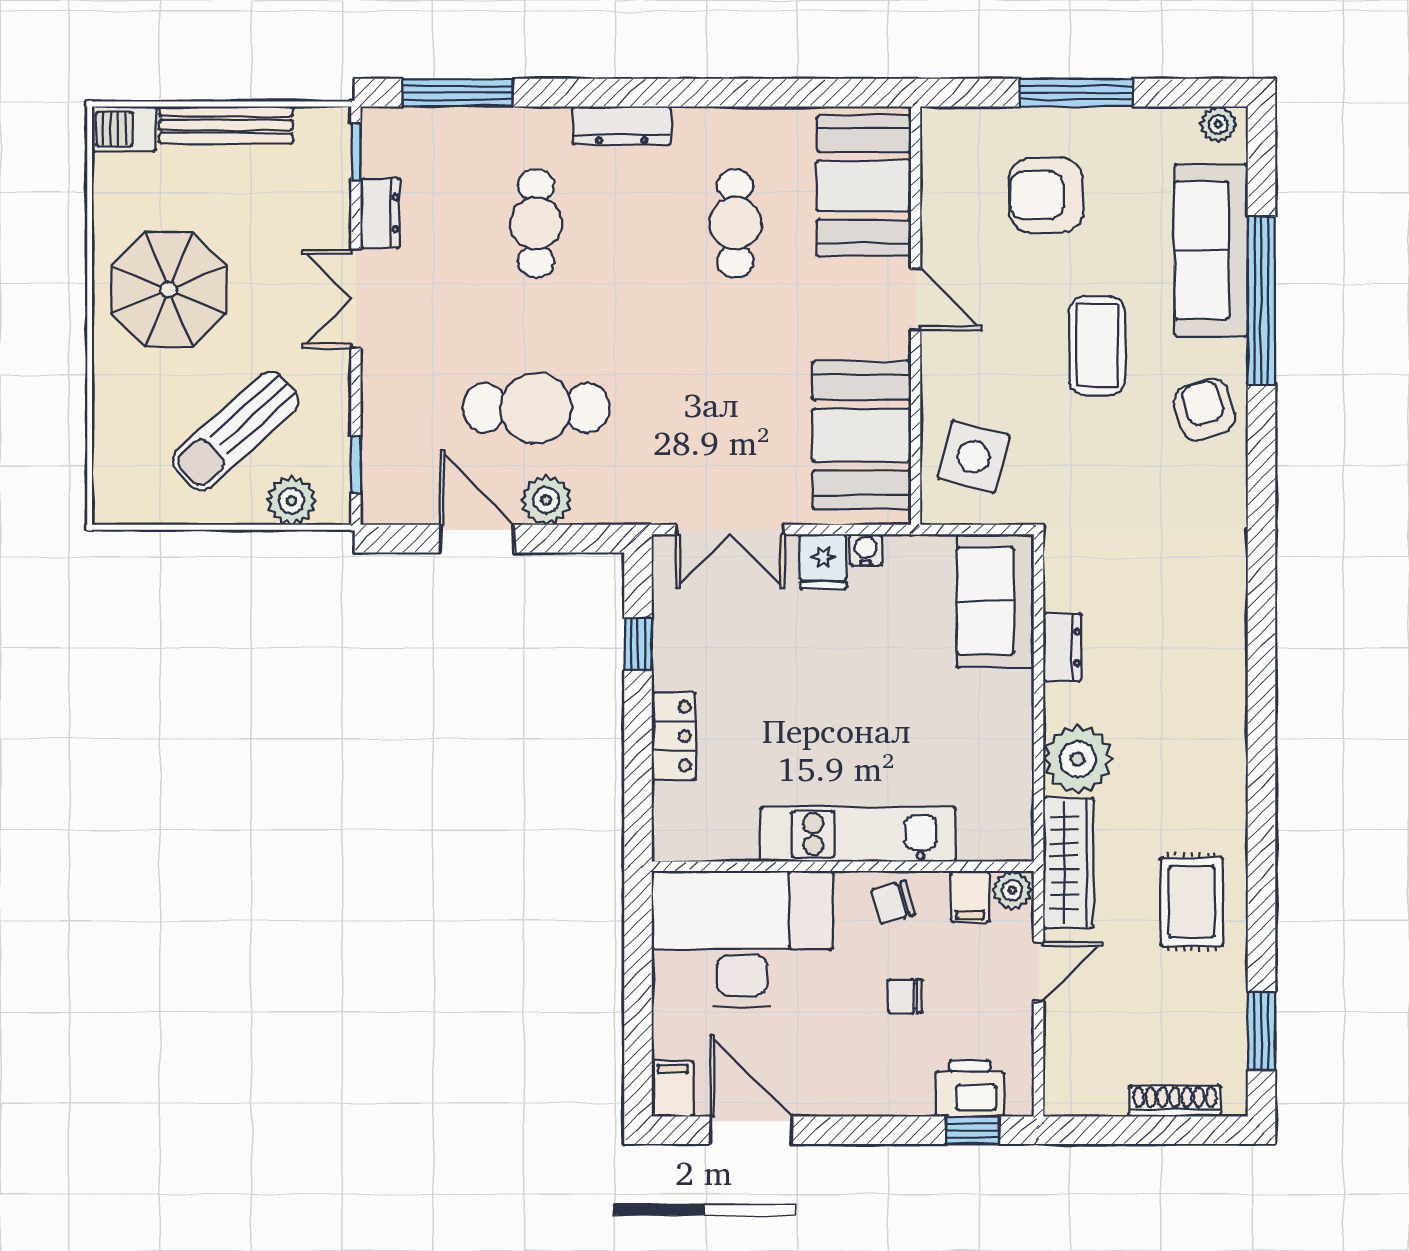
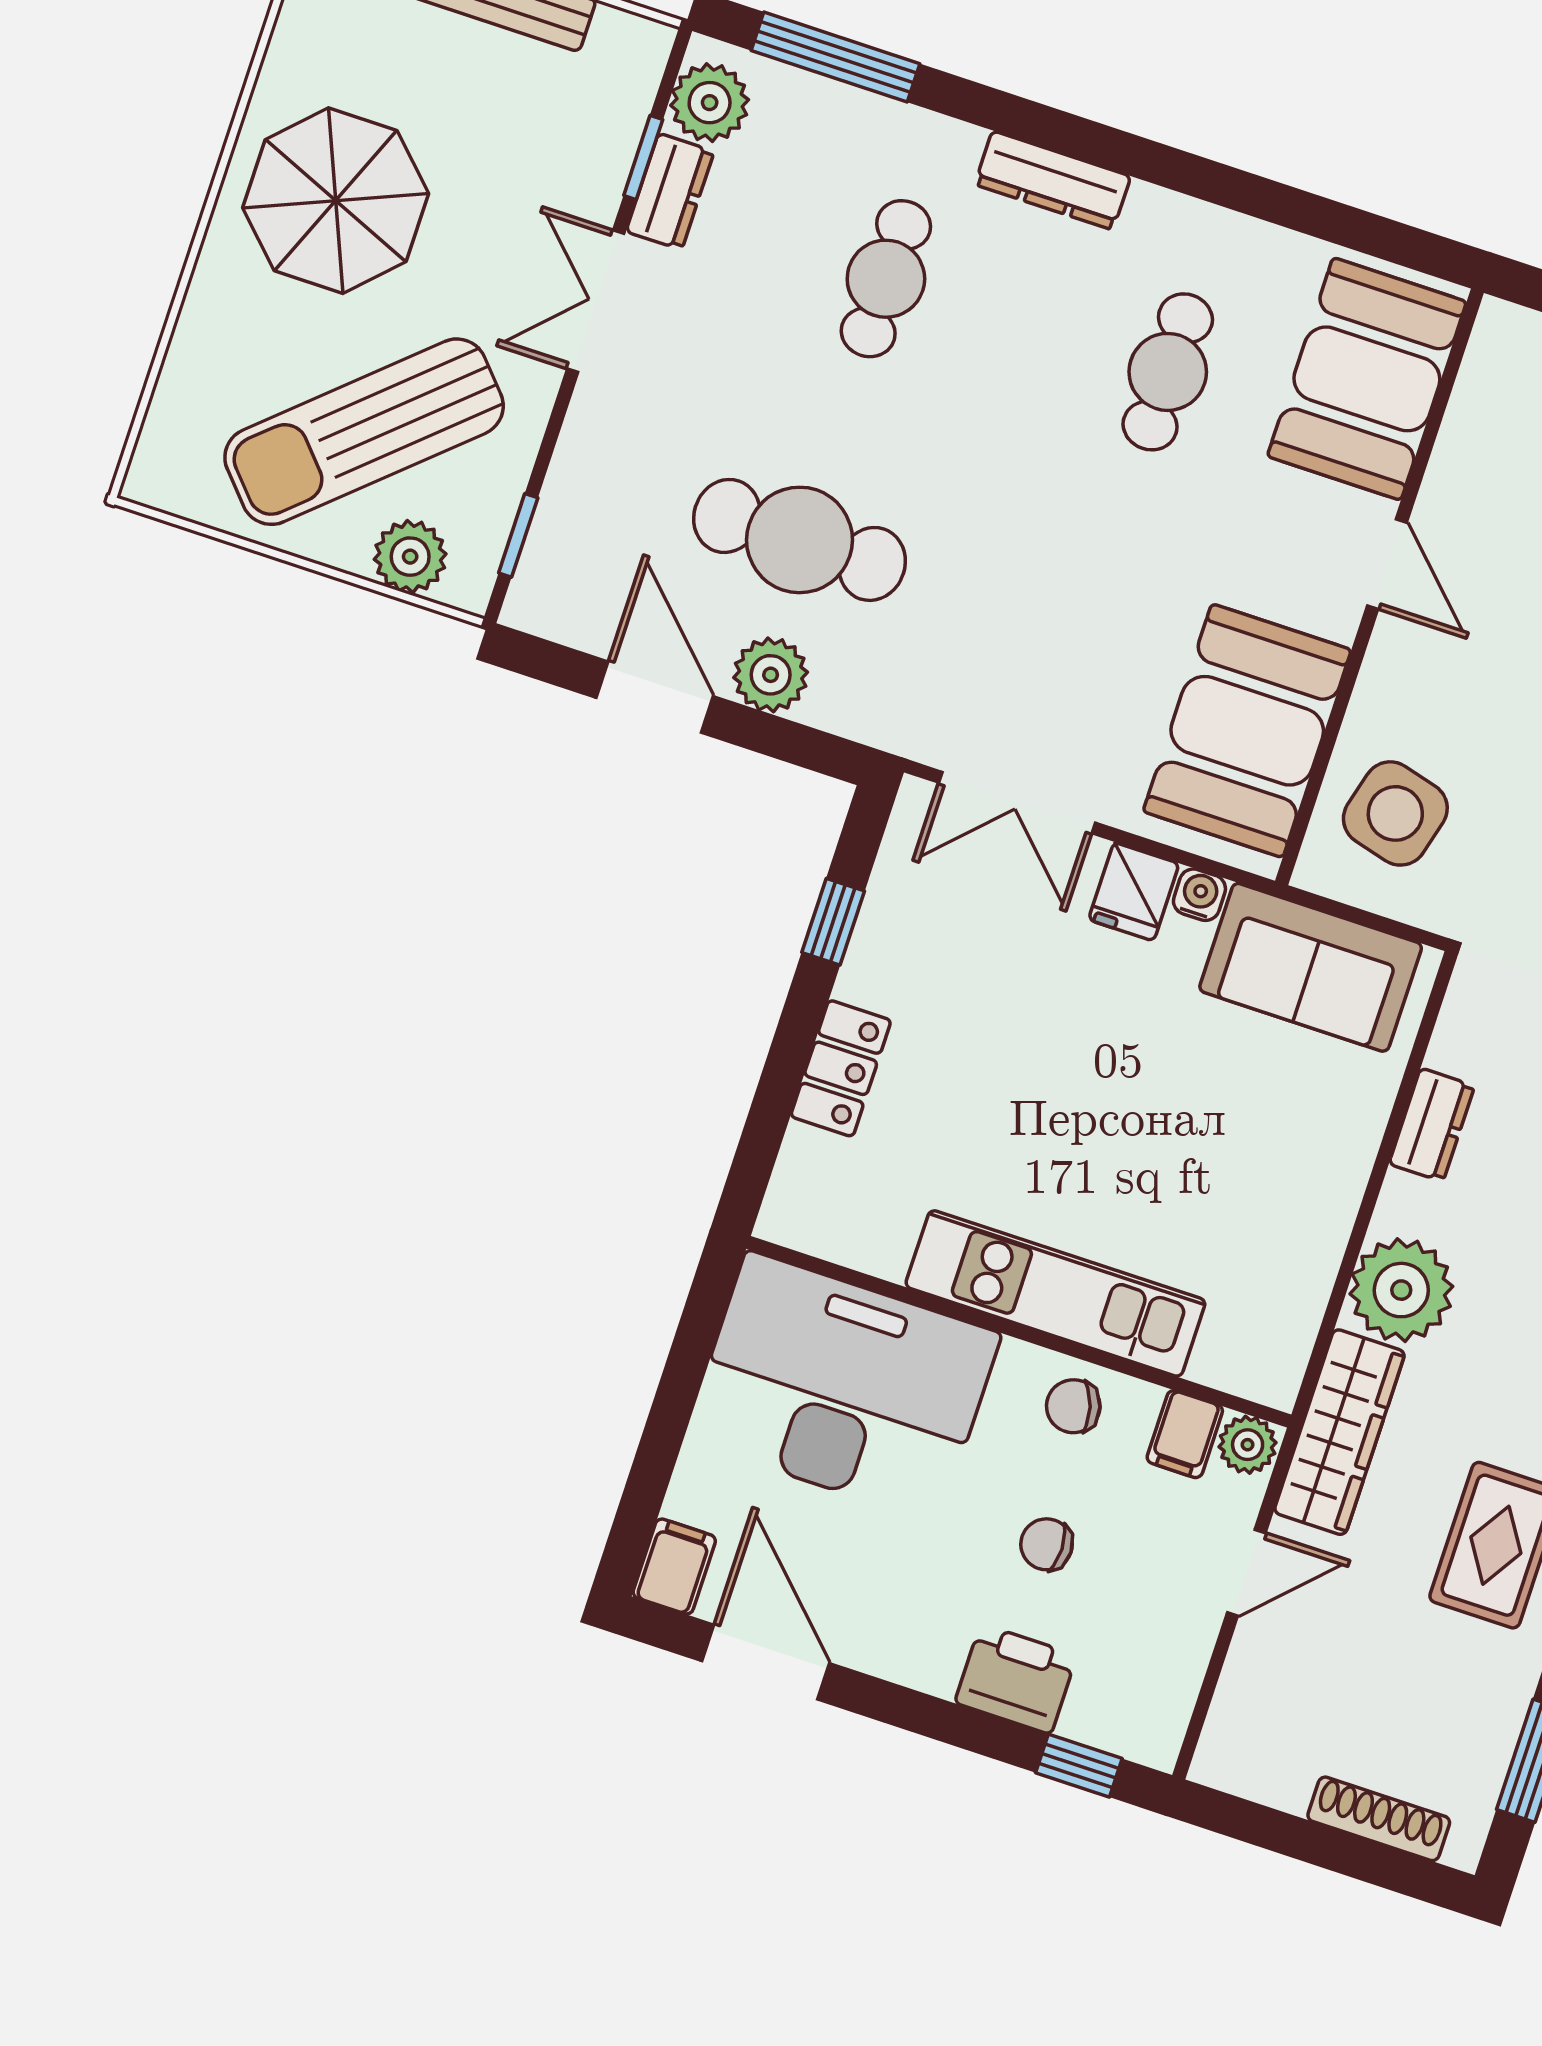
plant: (387, 148) -> (710, 103), added
window: (356, 152) -> (643, 157), moved
sun lounger: (236, 431) -> (364, 432), width x1.36, depth x1.34
sofa: (995, 601) -> (1311, 967), moved, turned -90
printer: (970, 1088) -> (1016, 1679), moved

